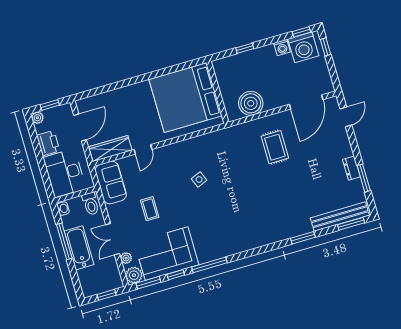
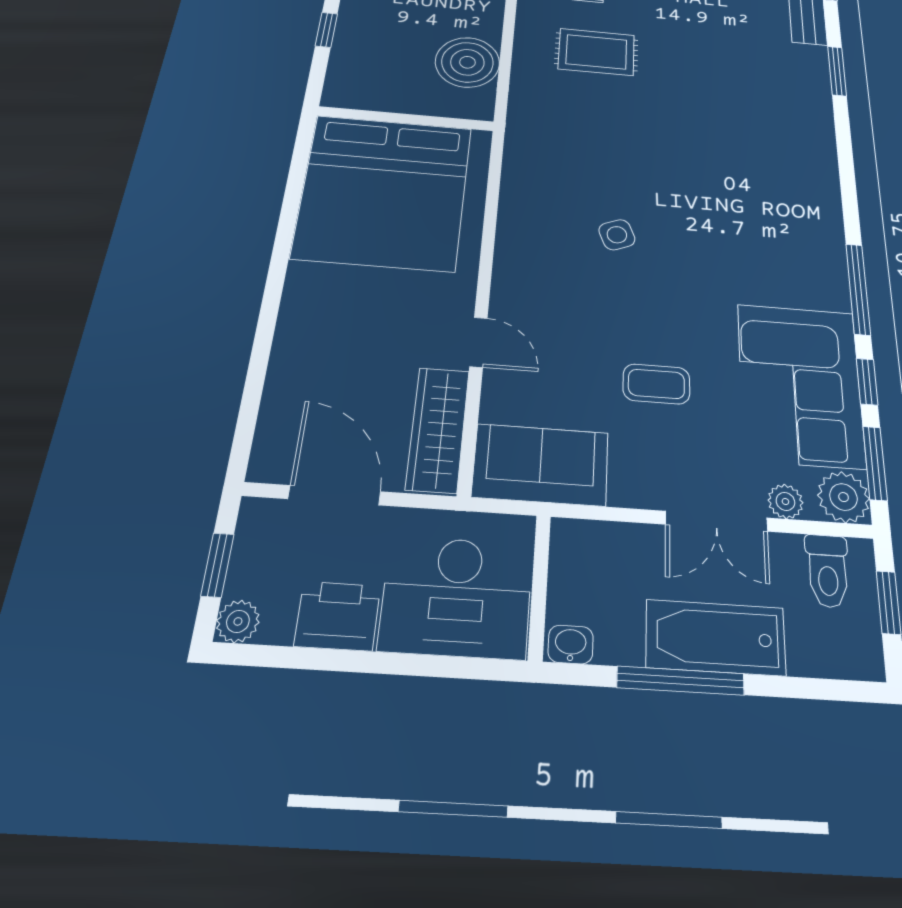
toilet: (91, 204) -> (828, 571), moved, turned 90

